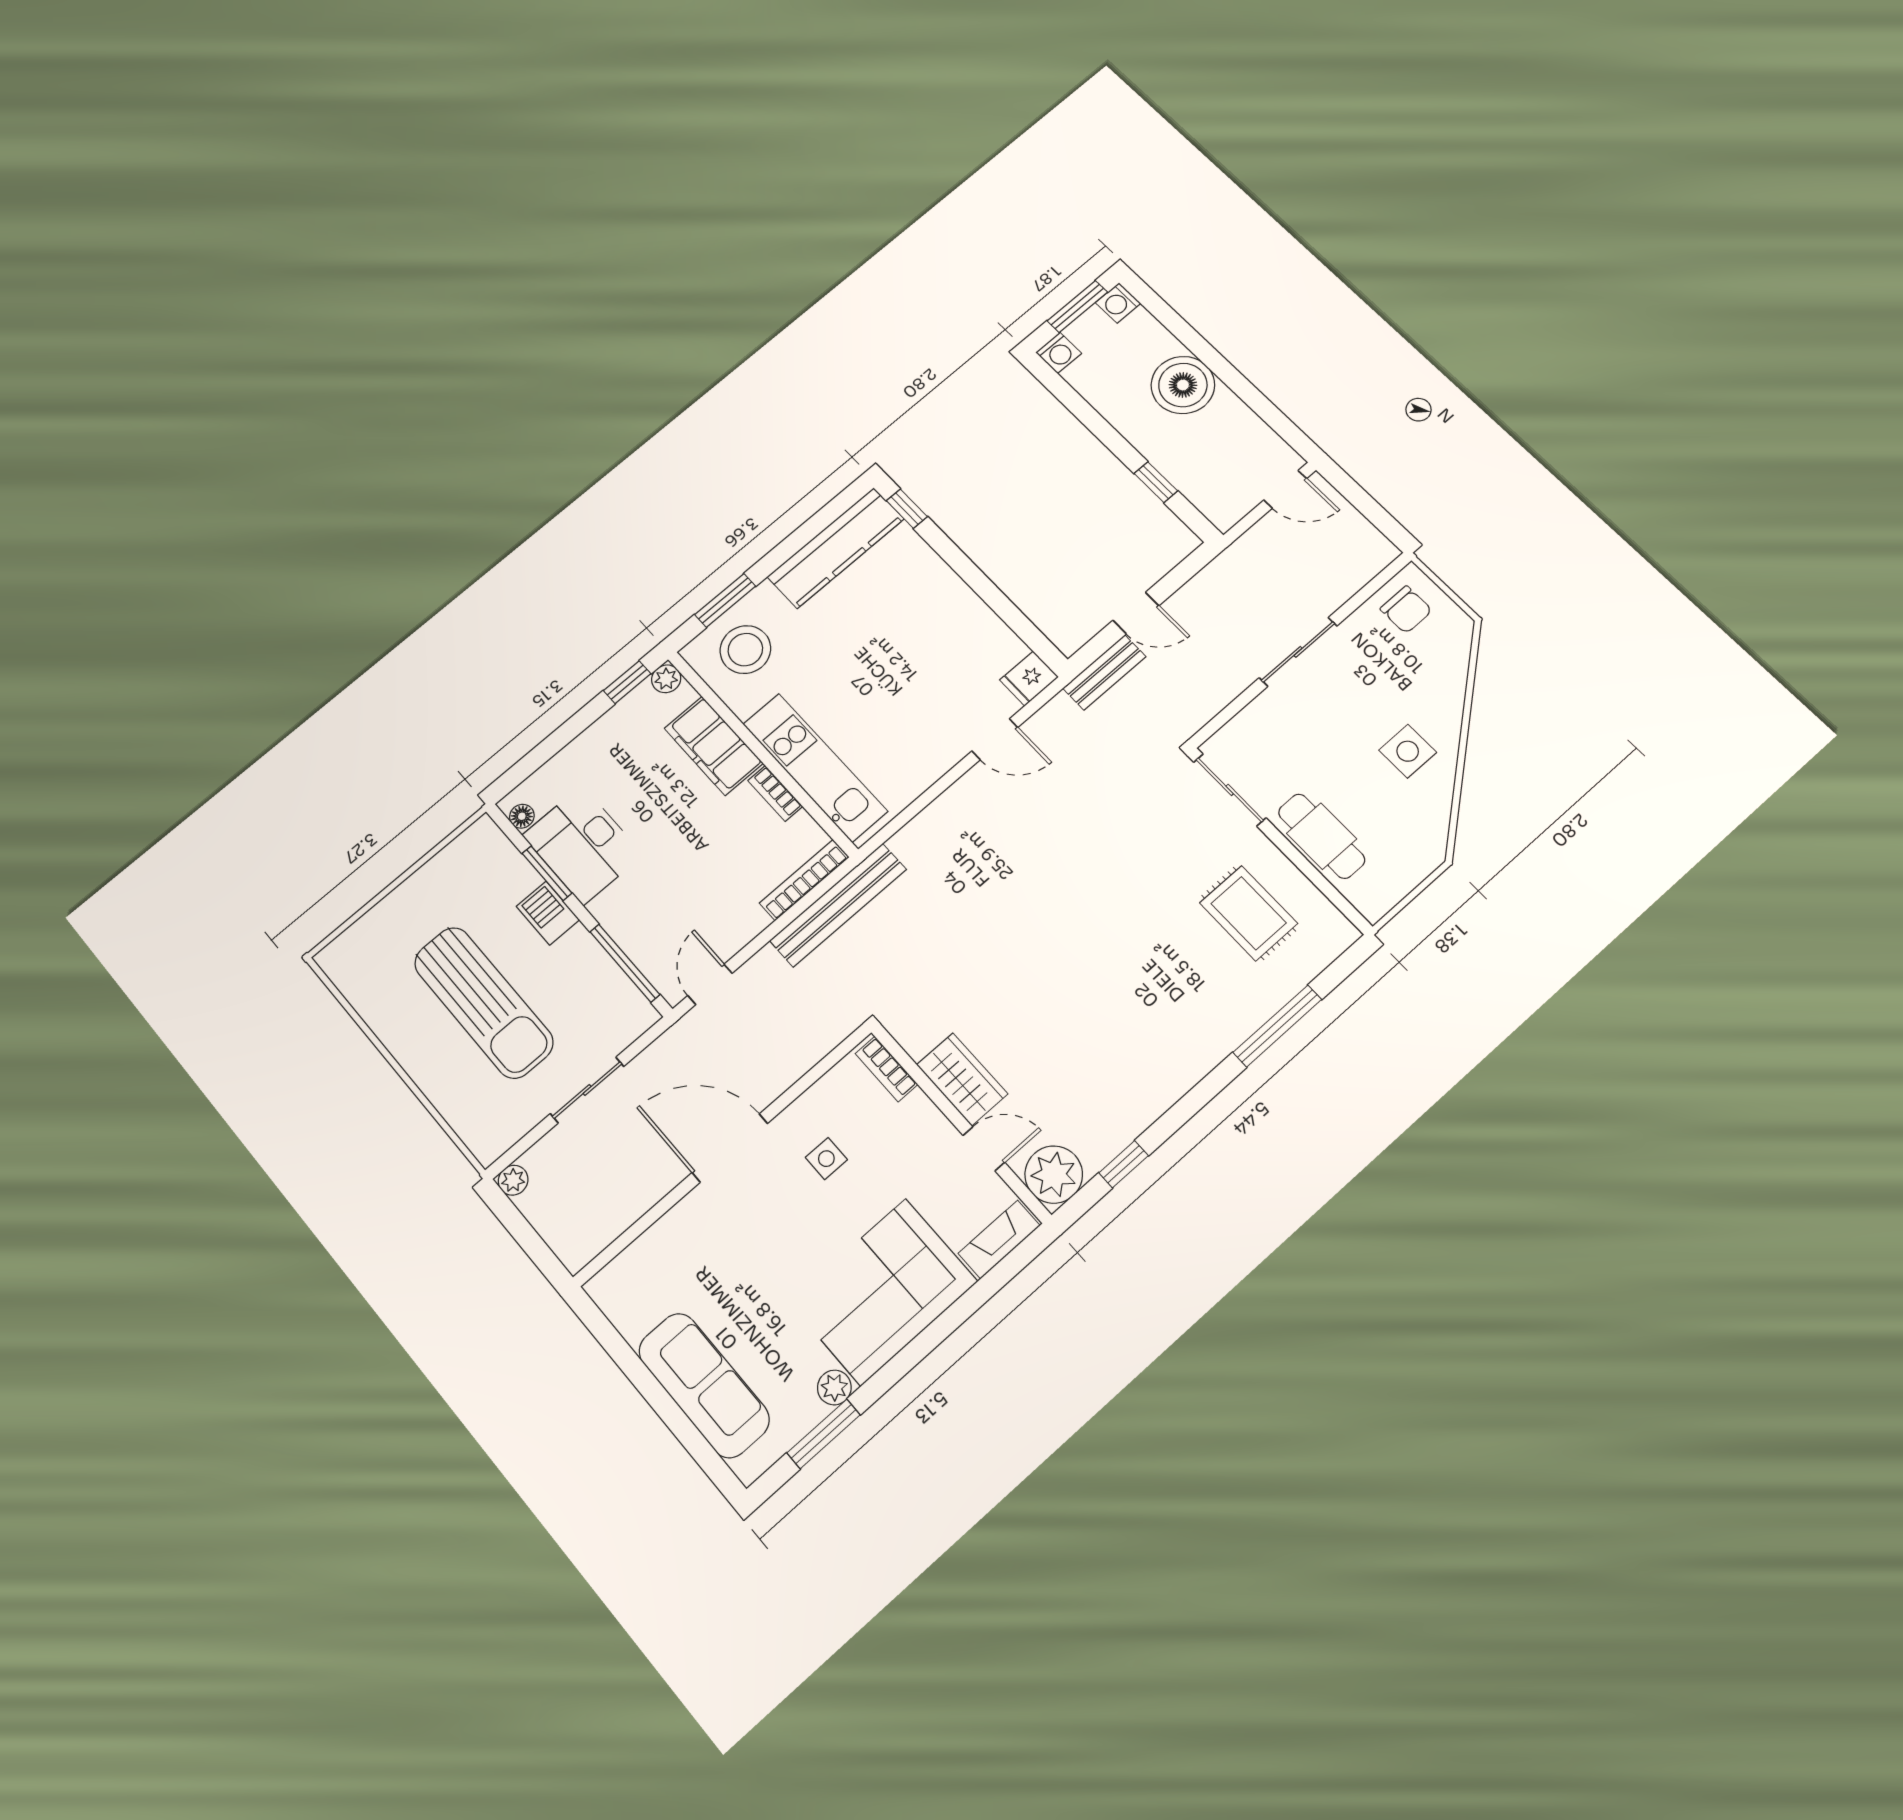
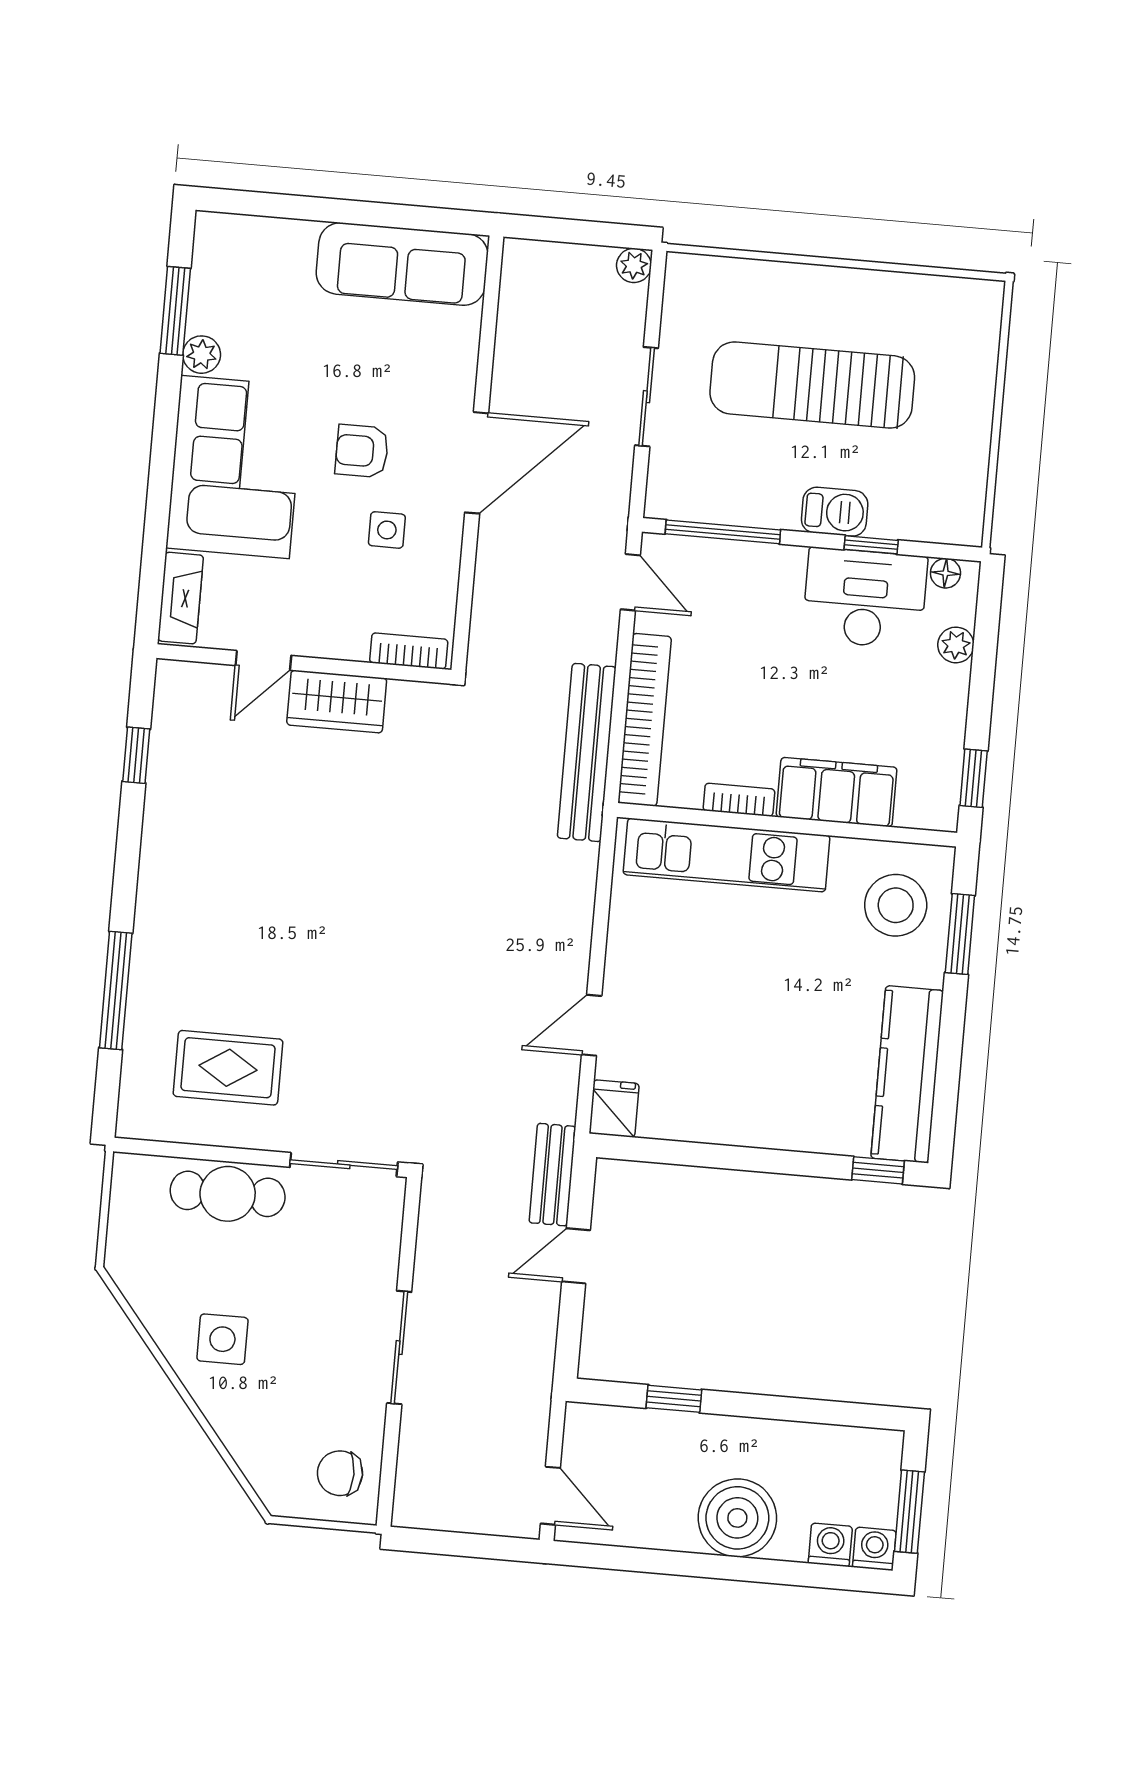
washing machine: (1059, 353) -> (830, 1545), moved, turned 90
door: (1285, 489) -> (550, 1496), swing flipped
plant: (666, 679) -> (956, 645), moved
window: (547, 873) -> (871, 545), width x0.67
bookcase: (804, 880) -> (645, 720), width x1.48, depth x1.31
plant: (1054, 1175) -> (186, 693), removed
armchair: (793, 1224) -> (362, 451), added
sofa: (704, 1385) -> (402, 264), moved

